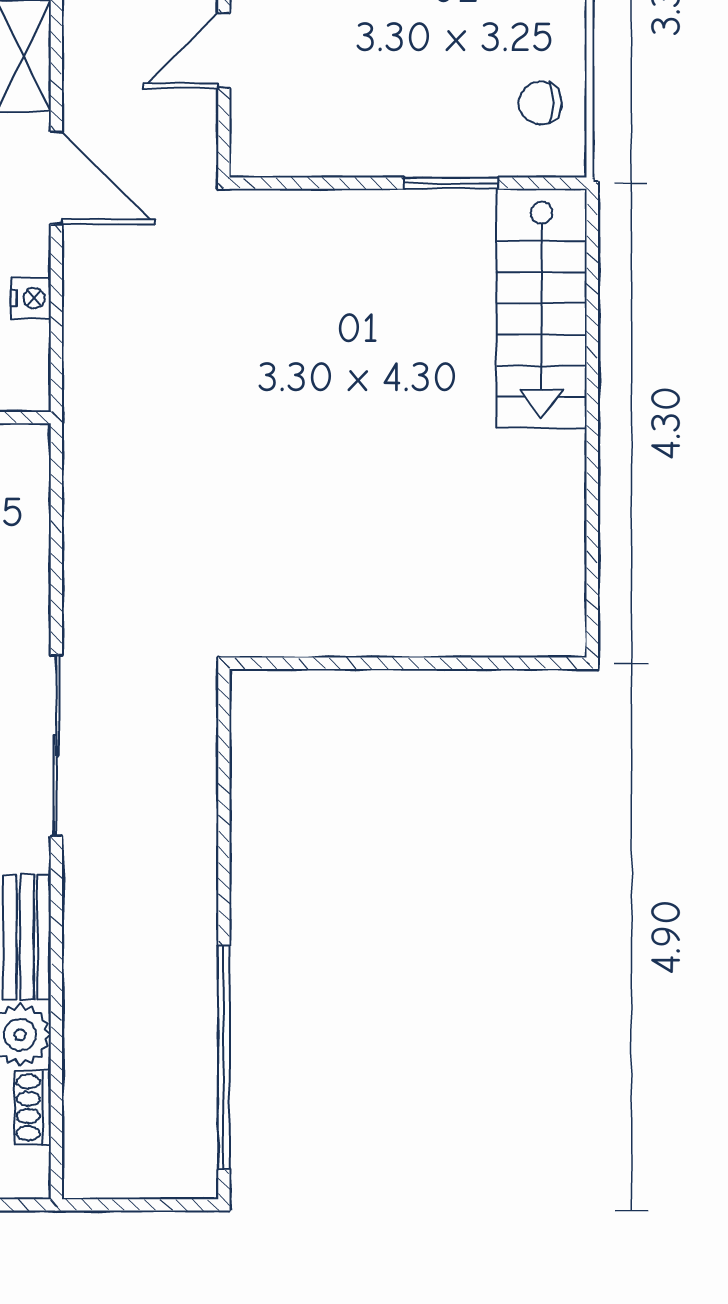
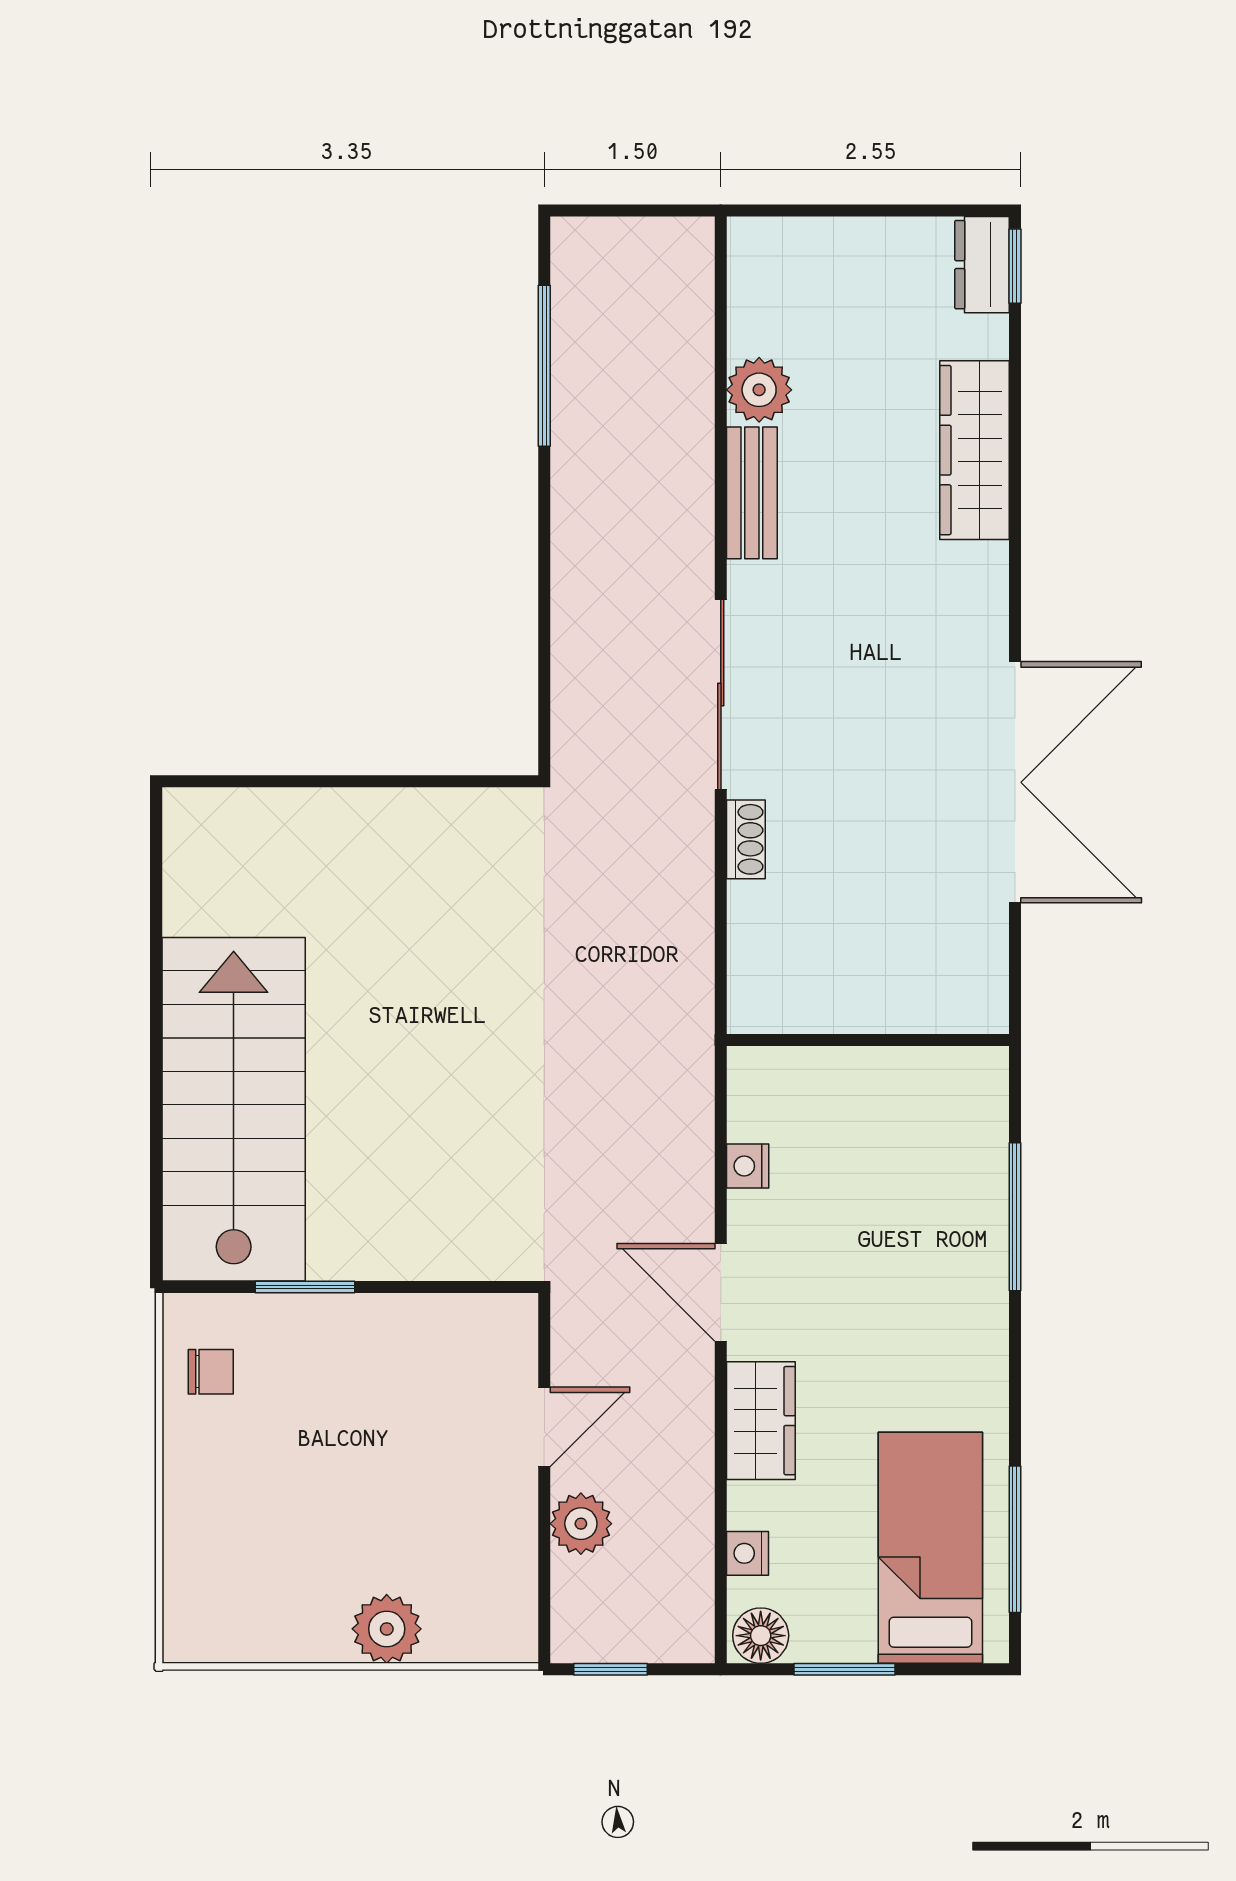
stairs: (542, 308) -> (234, 1109), width x1.36, depth x1.51
window: (224, 1058) -> (544, 366), width x0.68
shoe rack: (33, 1107) -> (746, 839), moved

